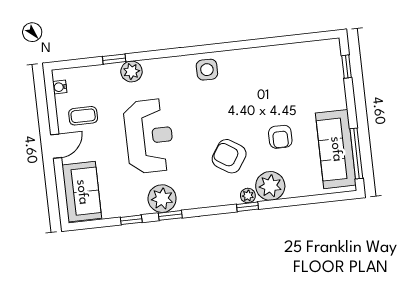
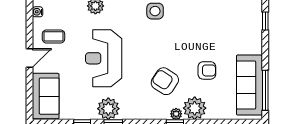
reception desk: (149, 136) -> (104, 58), turned 180
armchair: (280, 137) -> (207, 70), turned -90

